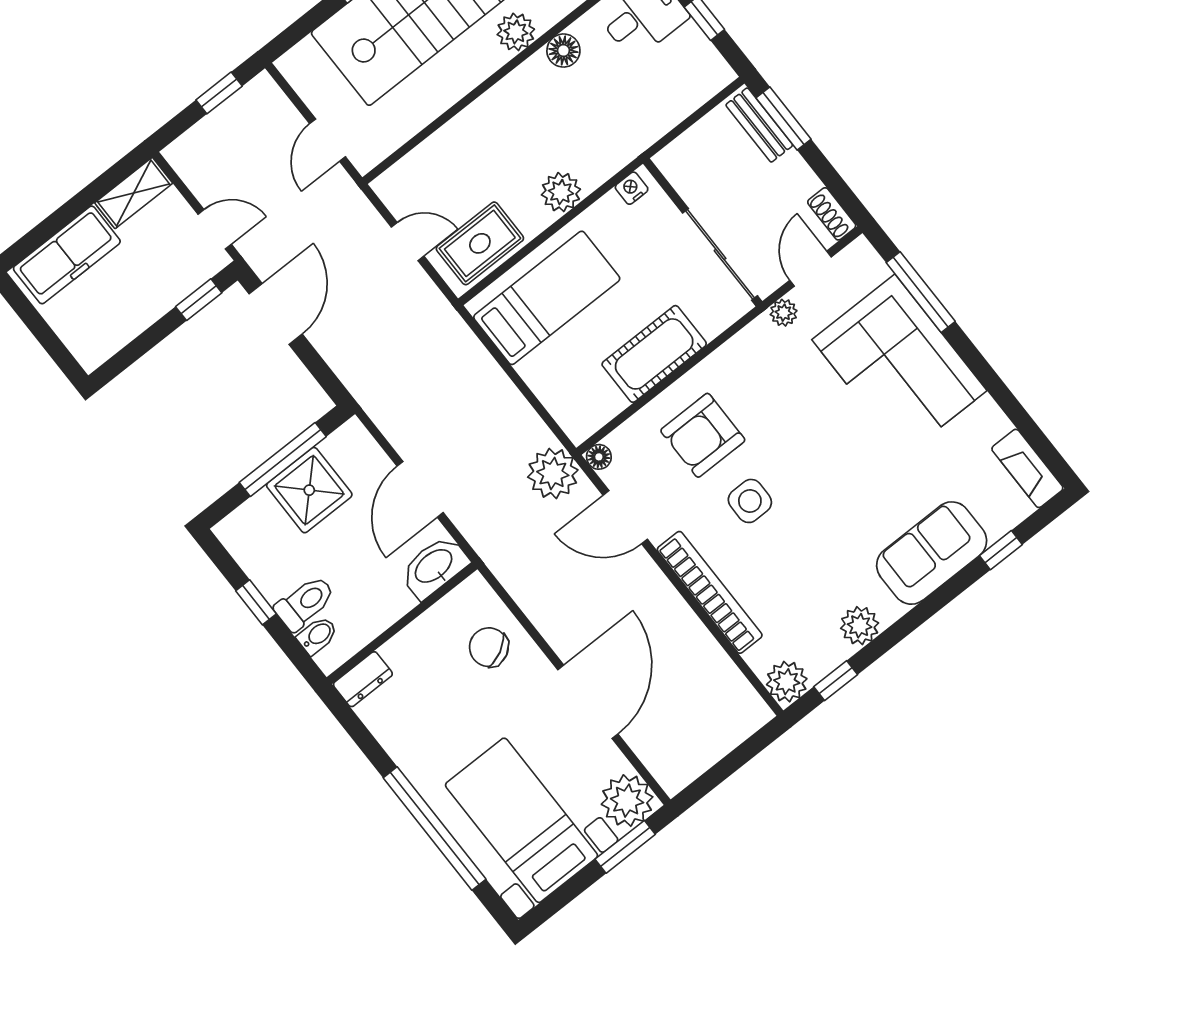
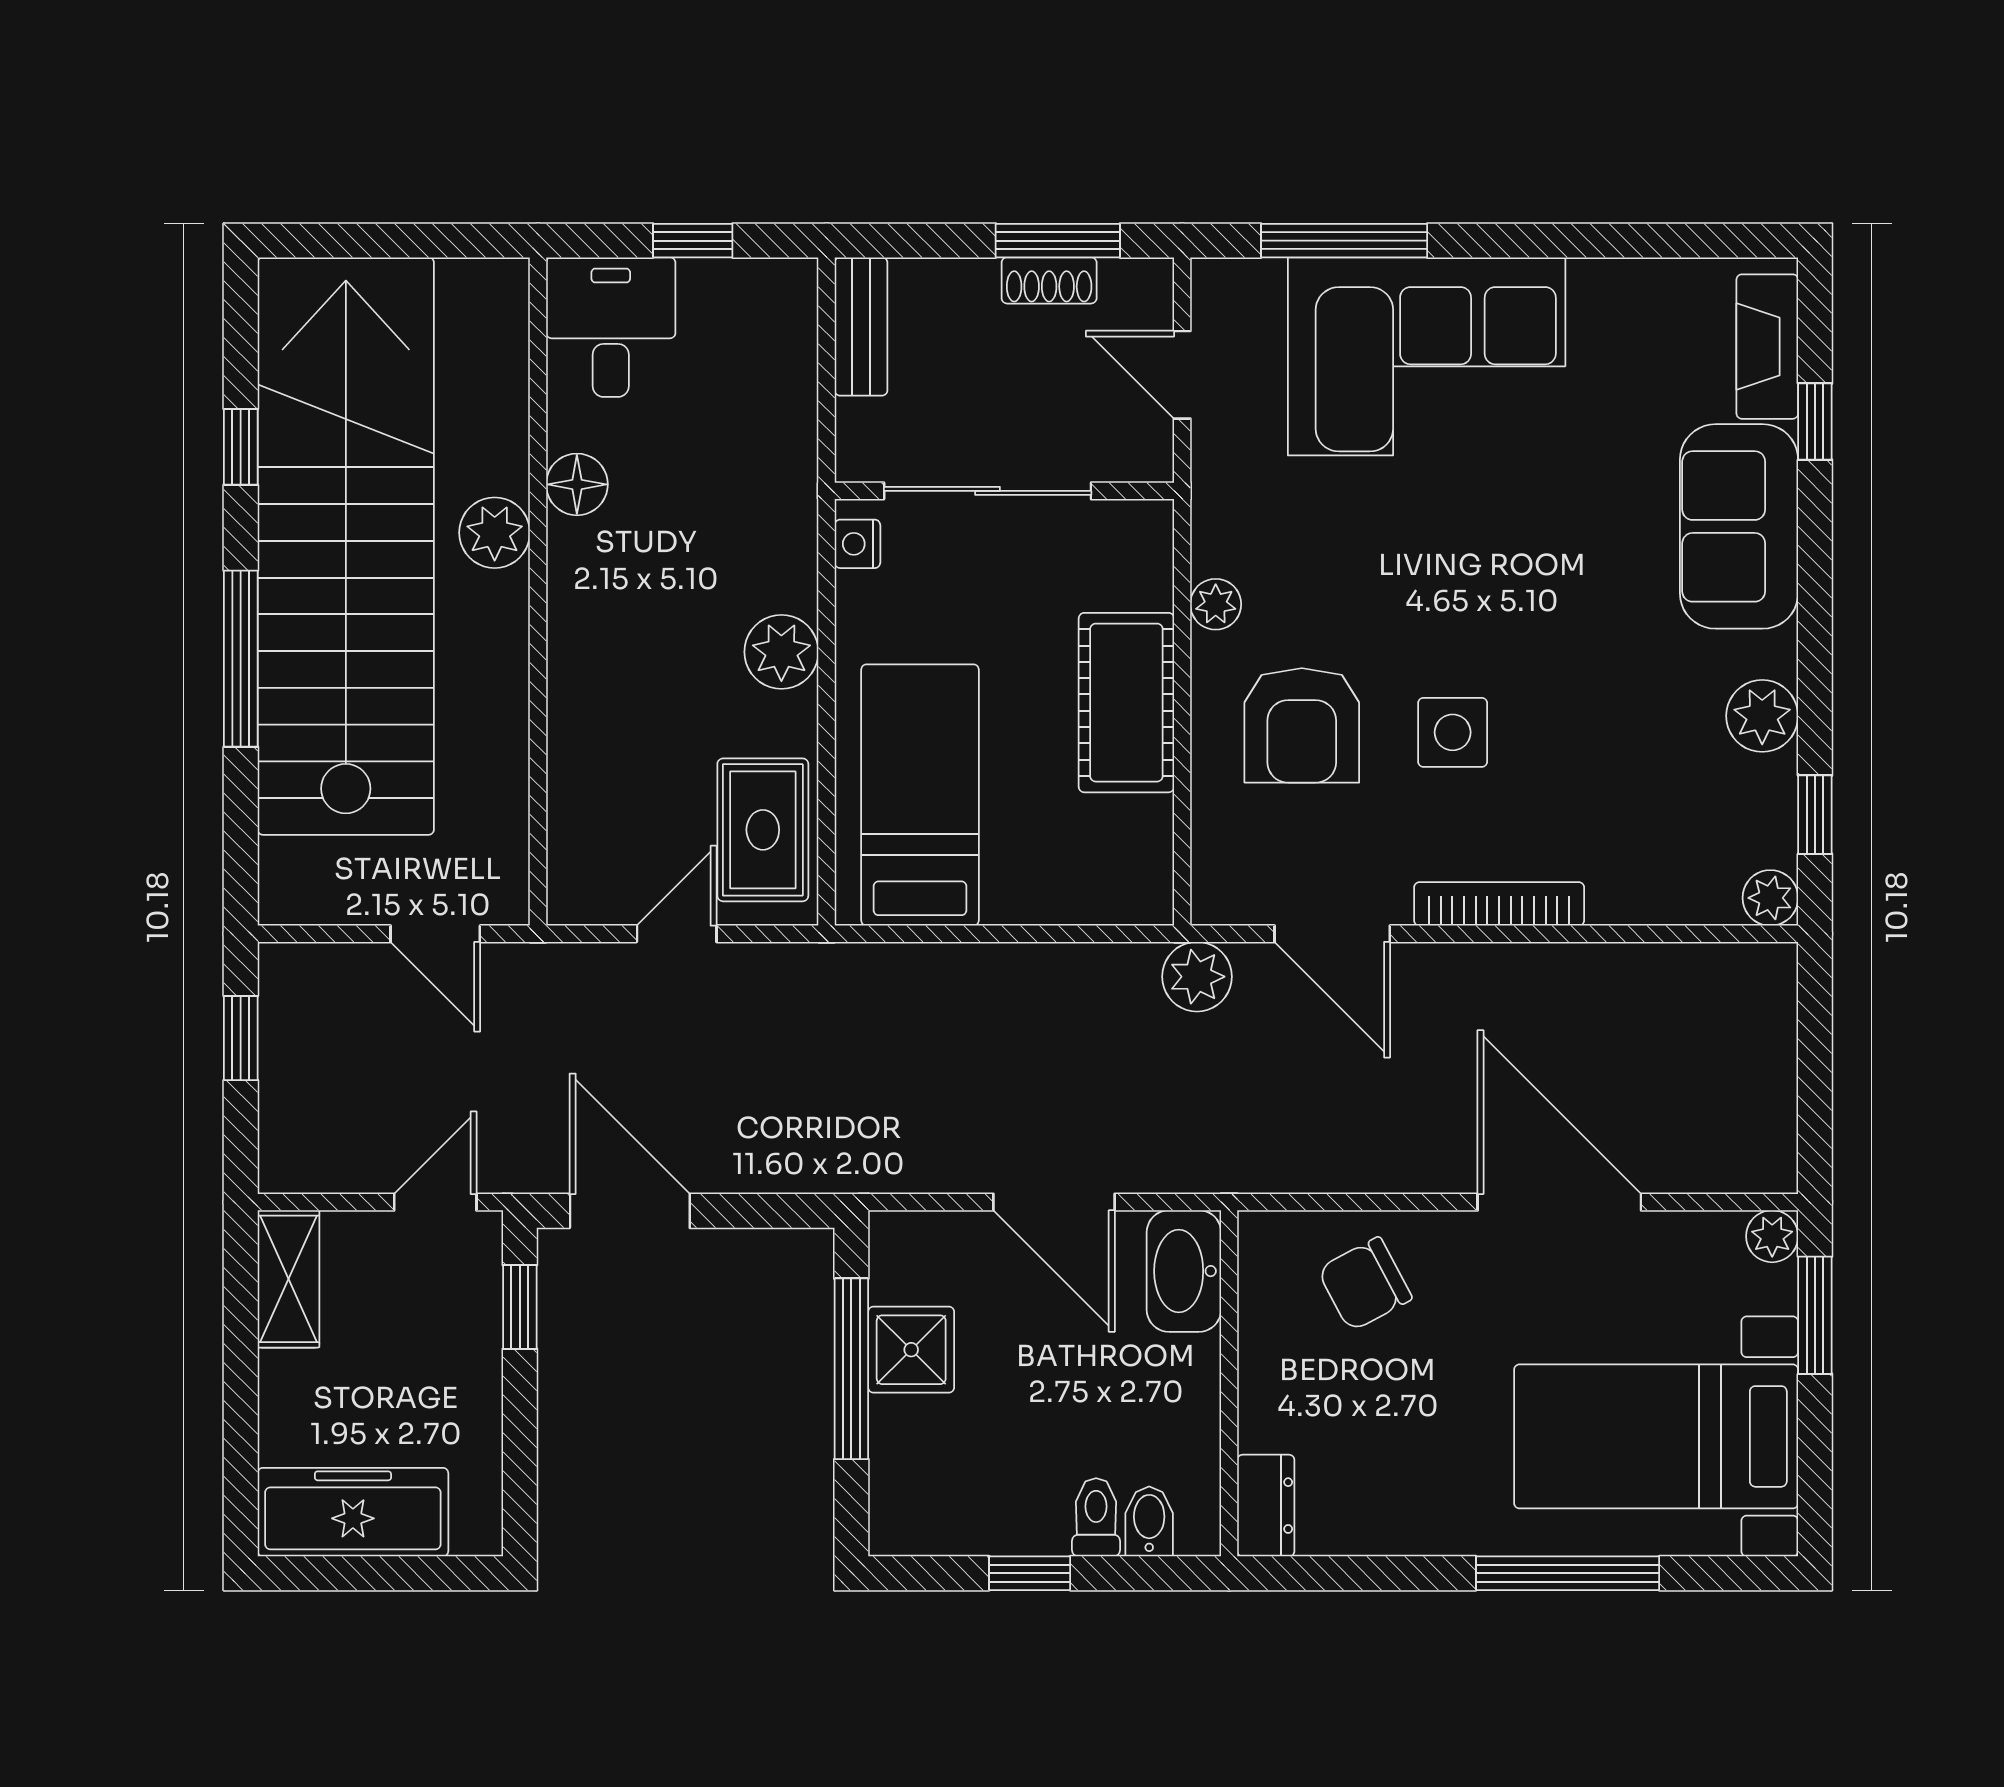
window: (784, 118) -> (1058, 241), moved
bench: (759, 125) -> (861, 326), moved, turned 90
shoe rack: (832, 214) -> (1049, 280), moved
sliding door: (720, 254) -> (988, 491), moved
freezer: (67, 255) -> (353, 1512), moved, turned -90
plant: (784, 313) -> (1216, 604), moved
floor lamp: (599, 457) -> (1213, 903), removed
fireplace: (1027, 468) -> (1767, 347), moved, turned 90
plant: (553, 473) -> (1197, 977), width x0.73, depth x0.73
shower: (309, 490) -> (911, 1350), width x0.73, depth x0.73
door: (625, 517) -> (1332, 934), hinge flipped
bookcase: (710, 592) -> (1499, 904), width x0.68, depth x0.76
toilet: (305, 603) -> (1096, 1517), width x0.73, depth x0.72
plant: (787, 682) -> (1770, 898), width x0.73, depth x0.73
plant: (627, 801) -> (1772, 1236), width x0.53, depth x0.53
window: (435, 828) -> (1568, 1573), width x0.68

